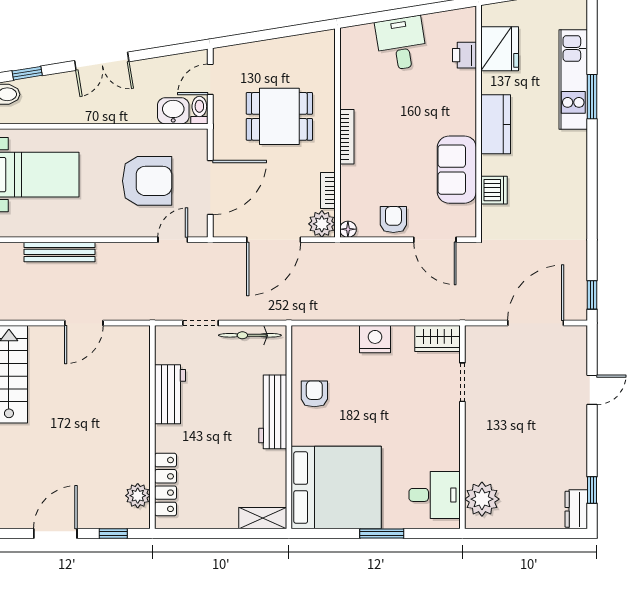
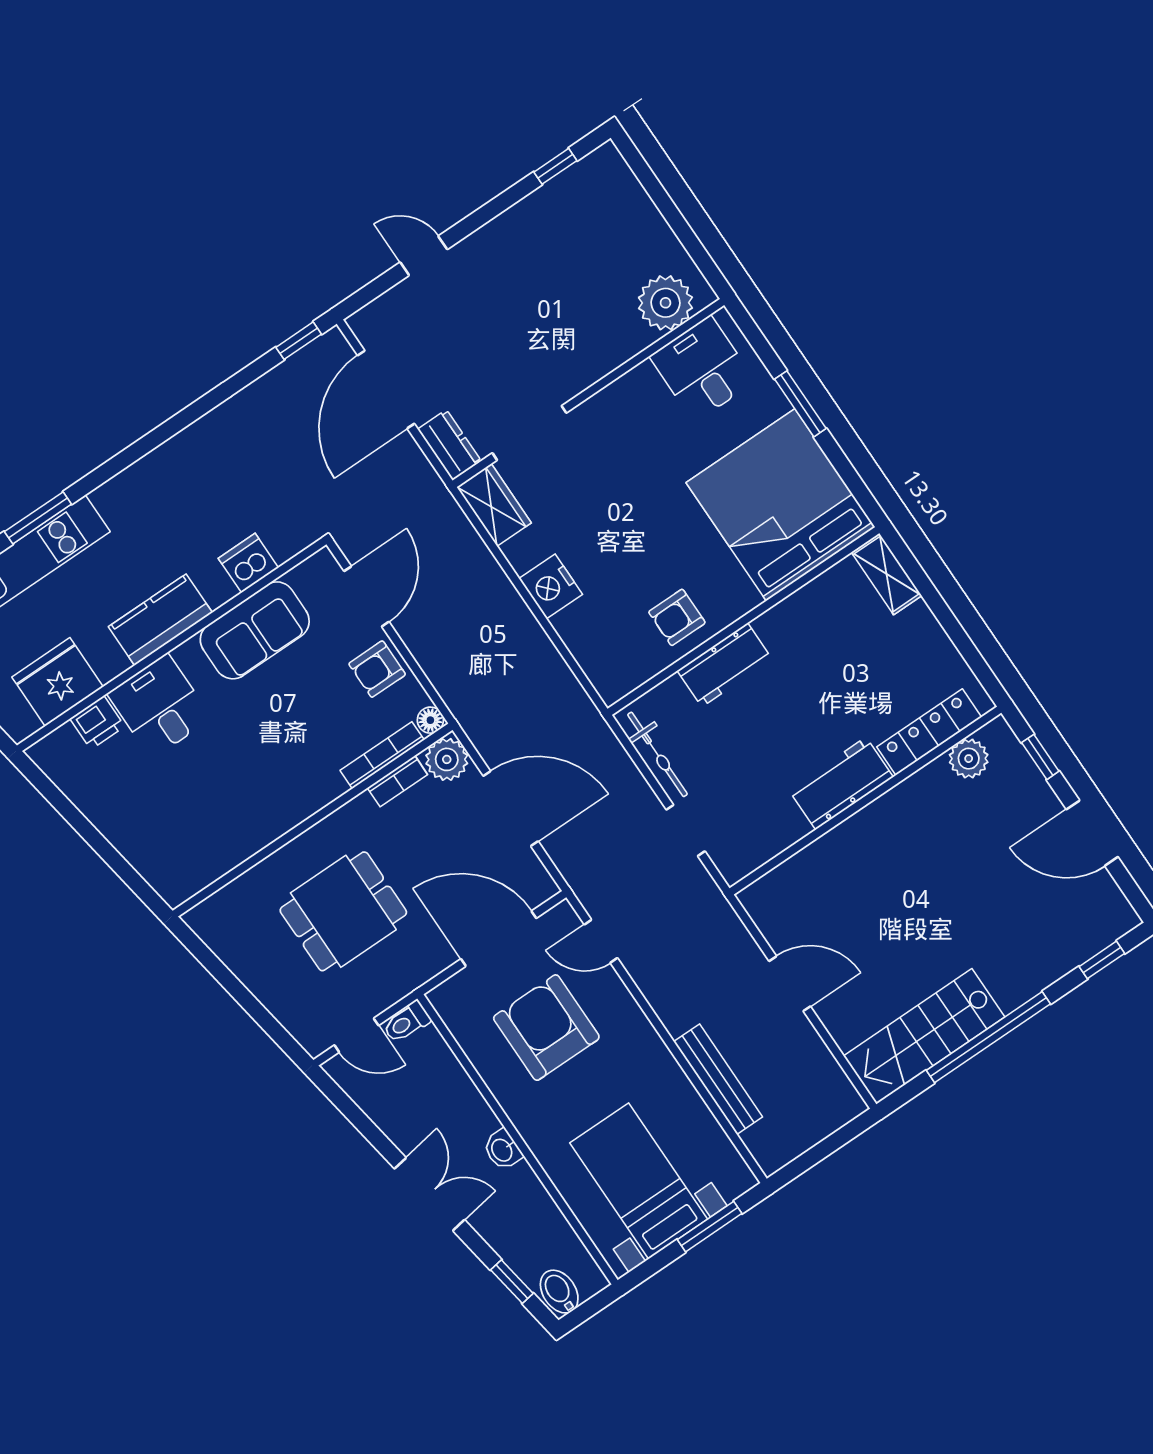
desk: (401, 43) -> (160, 706), moved, turned 99
washbasin: (173, 111) -> (503, 1150), moved, width x0.72, depth x0.69
dining table: (279, 116) -> (343, 911), turned 90
bookcase: (347, 137) -> (382, 755), moved
door: (536, 323) -> (386, 390), hinge flipped
doorway: (462, 382) -> (529, 433), width x1.38
workbench: (170, 394) -> (841, 783), moved
workbench: (273, 412) -> (725, 665), width x0.73
dresser: (576, 509) -> (449, 445), moved, turned -90

